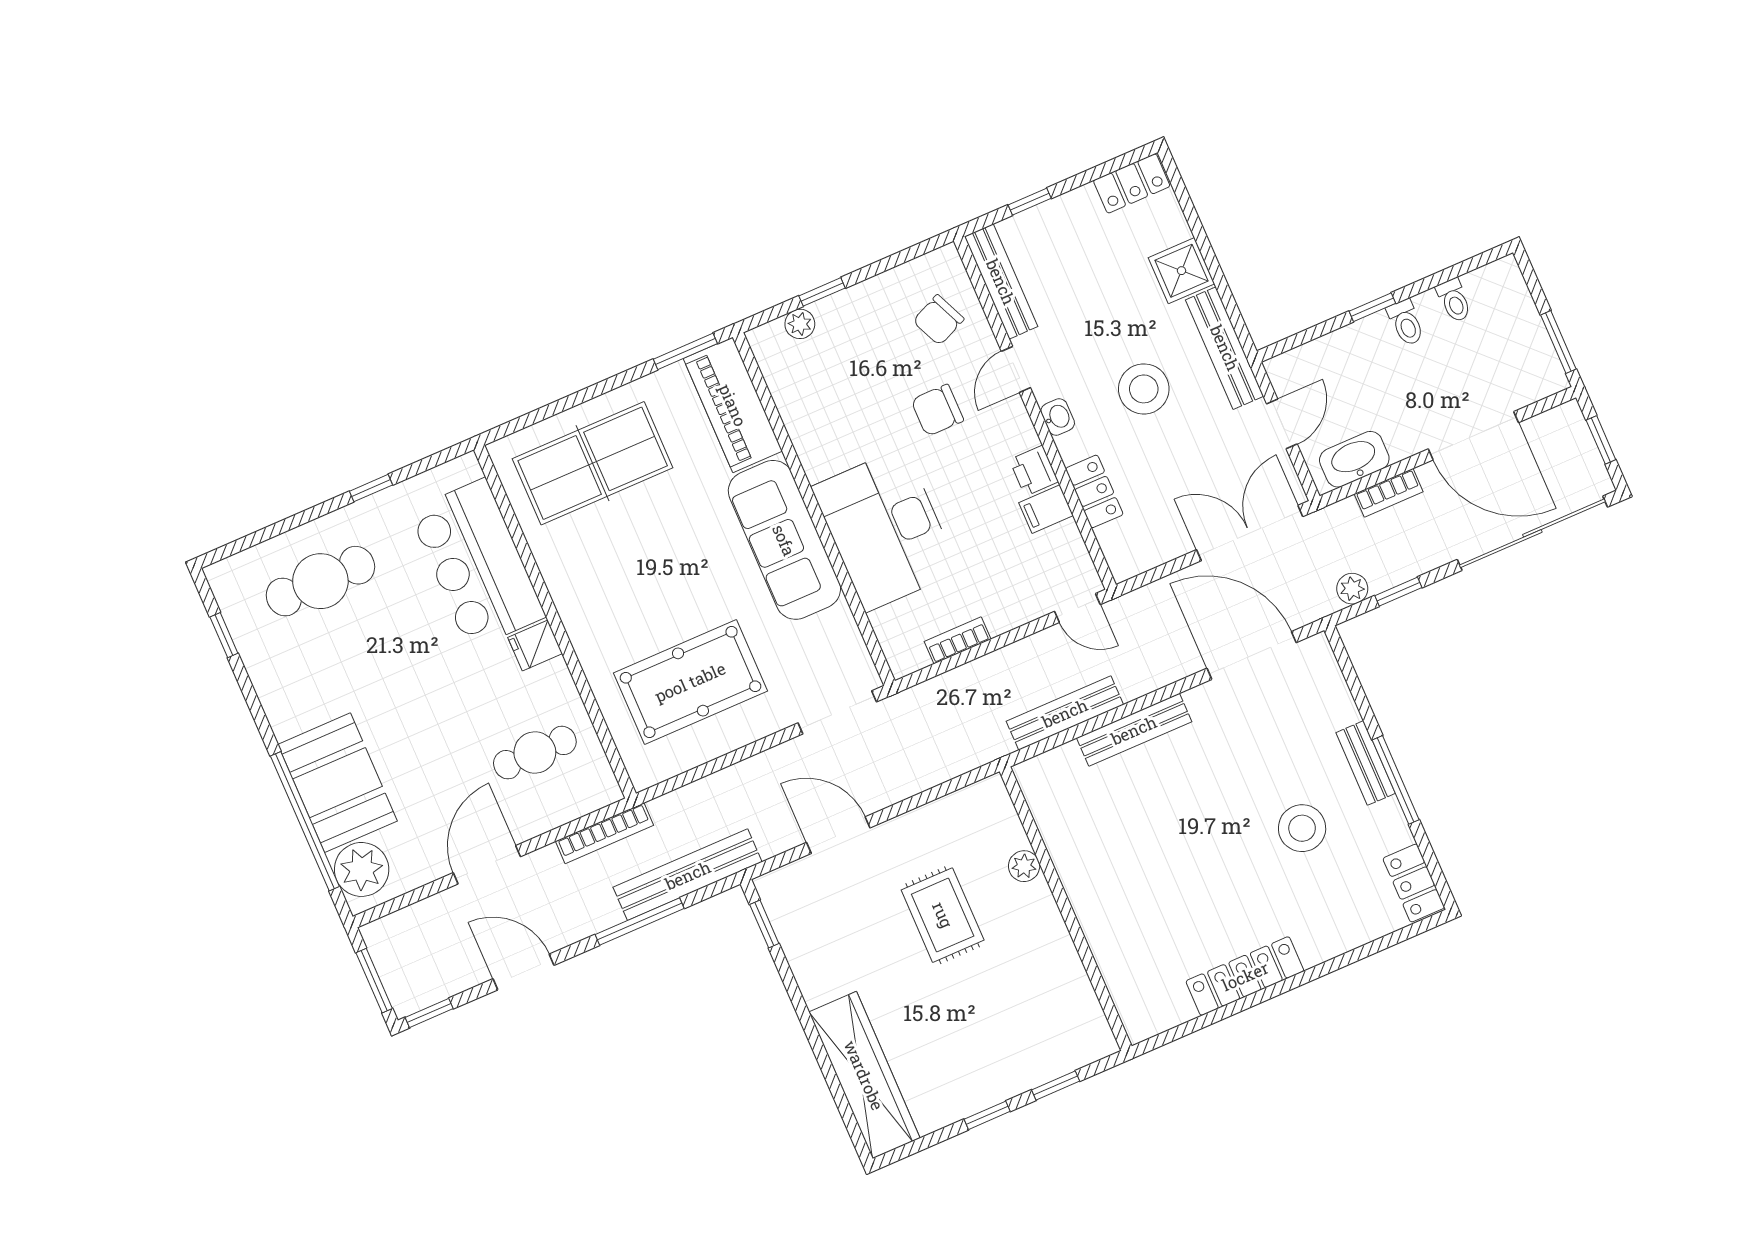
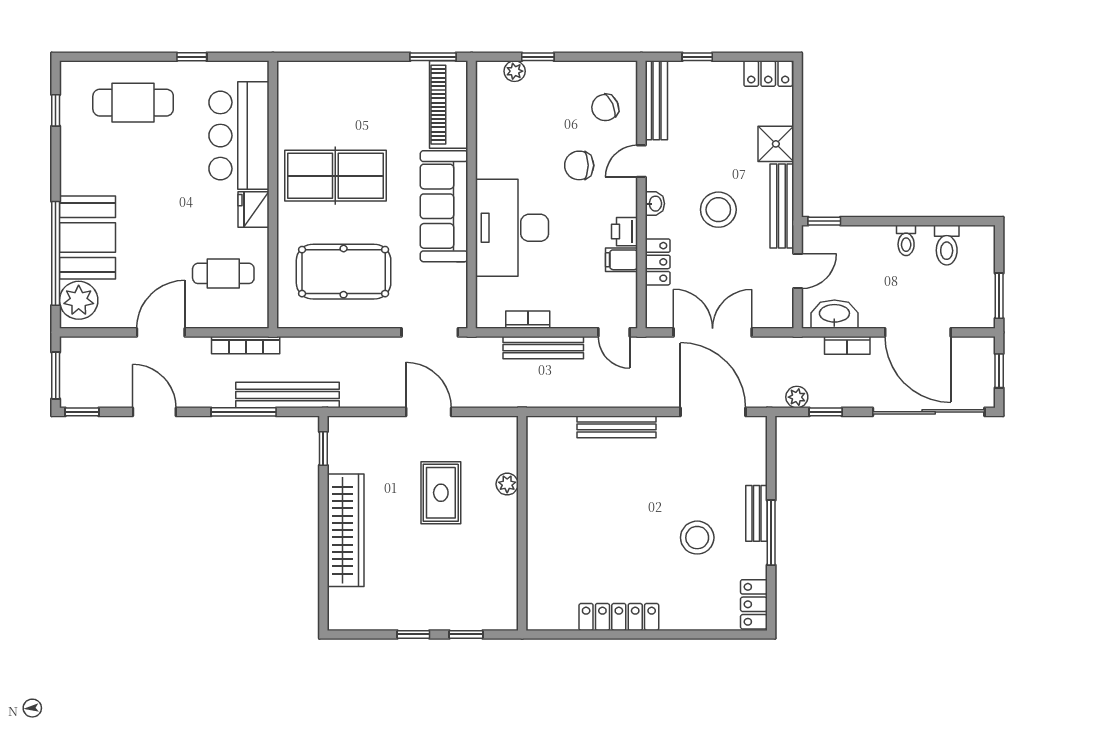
toilet: (1454, 300) -> (947, 245), width x1.37, depth x1.39
window: (1372, 307) -> (824, 221), moved
table tennis table: (593, 463) -> (335, 176), moved
double door: (1250, 533) -> (713, 332), moved
fridge: (535, 646) -> (254, 209), width x1.38
bench: (1065, 713) -> (543, 348), moved
door: (838, 835) -> (429, 412), moved
wardrobe: (864, 1075) -> (346, 530), moved

